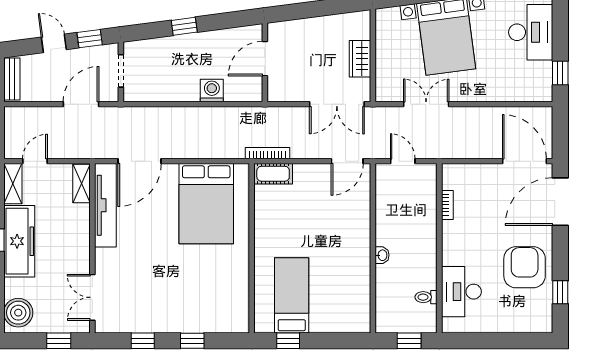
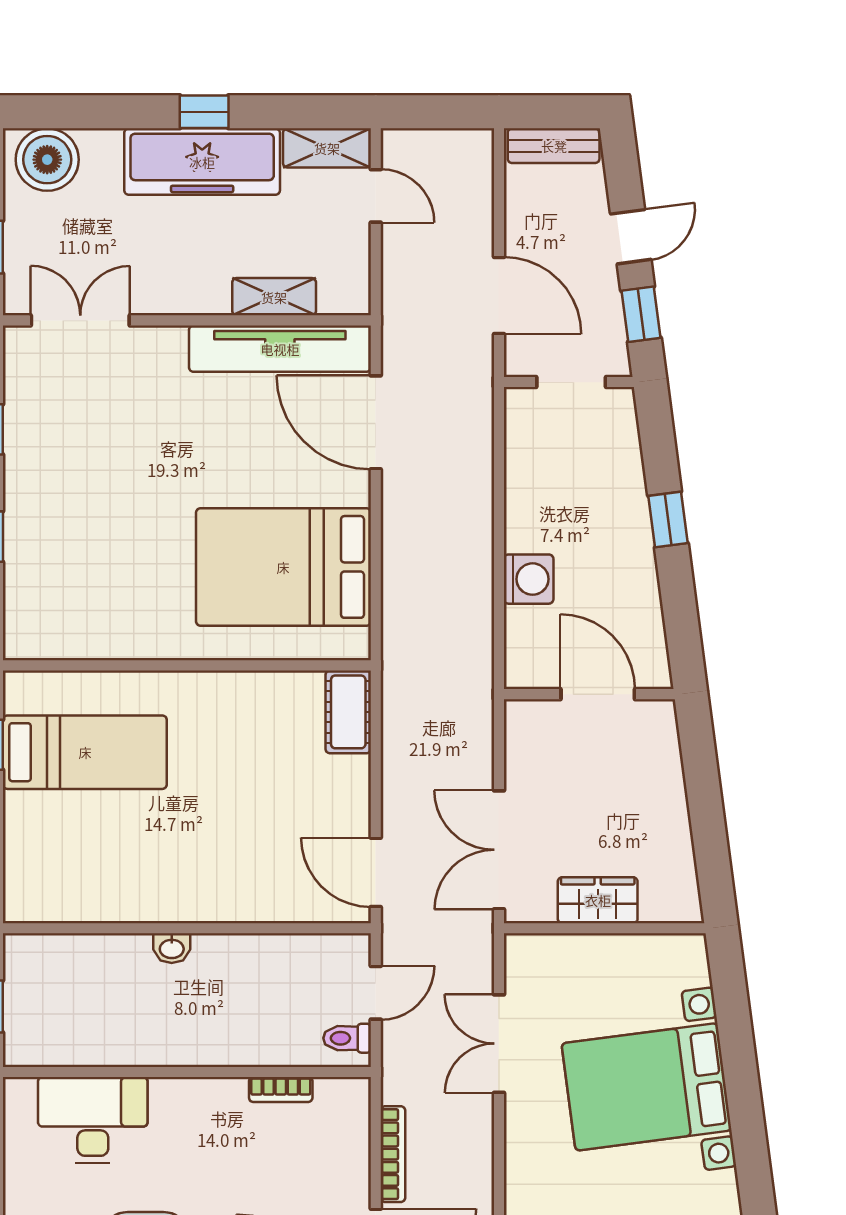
double door: (426, 104) -> (499, 1044), swing flipped
bookcase: (267, 153) -> (393, 1154), moved
shelving: (82, 184) -> (274, 297), moved
toilet: (426, 297) -> (347, 1038), moved, turned -90

